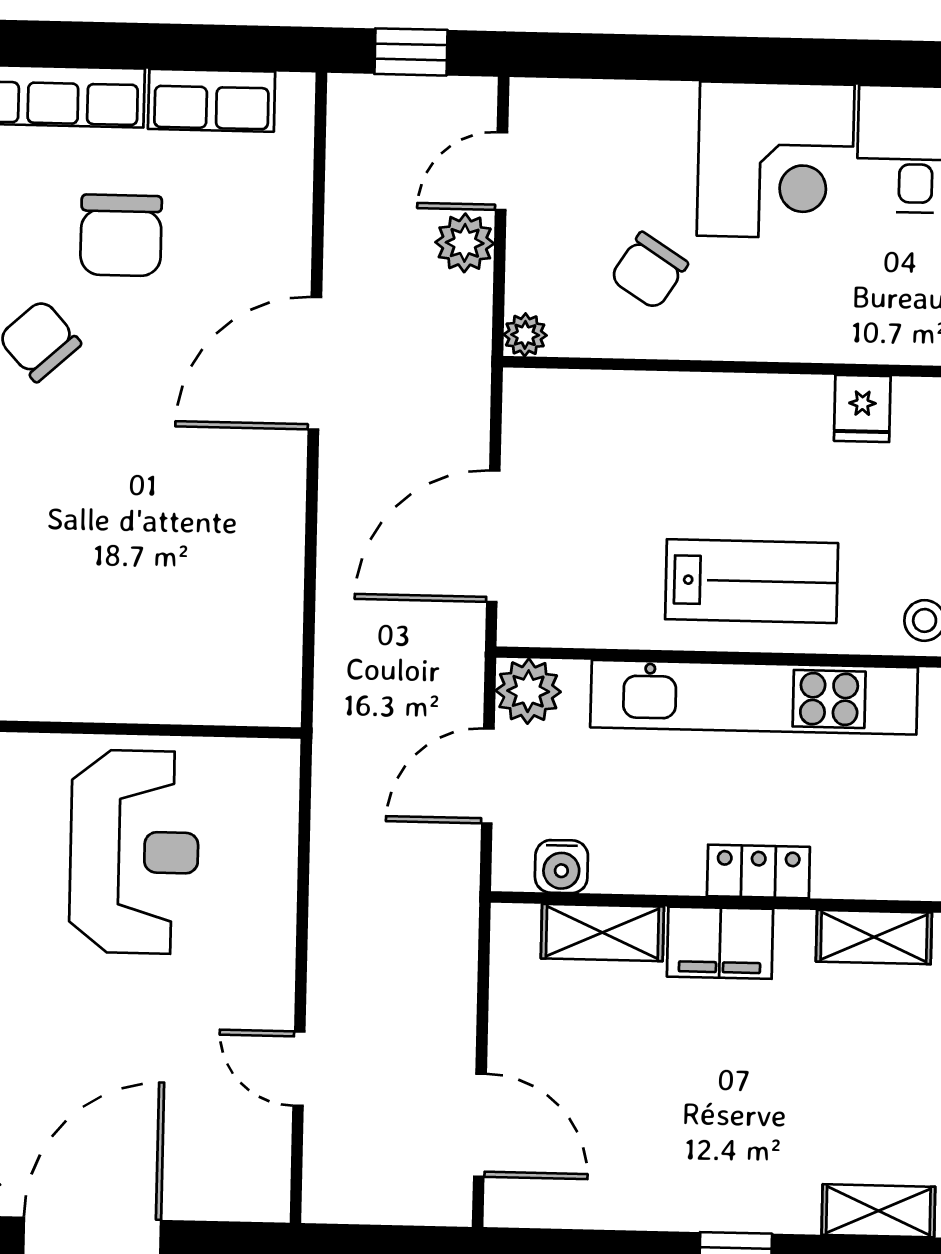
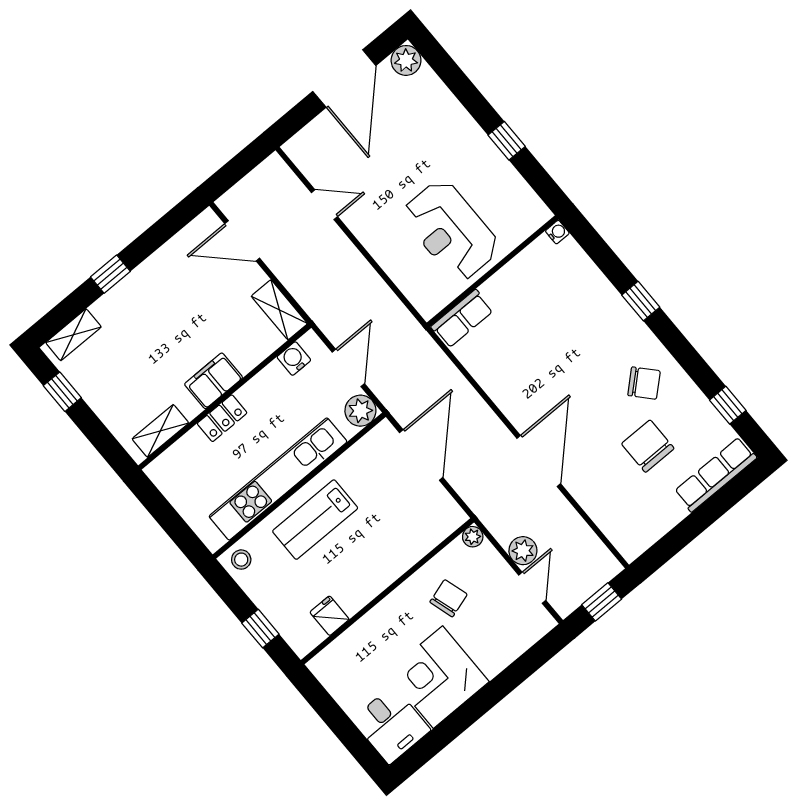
row of seats: (212, 100) -> (462, 319), moved, turned 180
chair: (649, 271) -> (449, 598), turned 40
shelving: (602, 932) -> (279, 310), moved, turned 90

